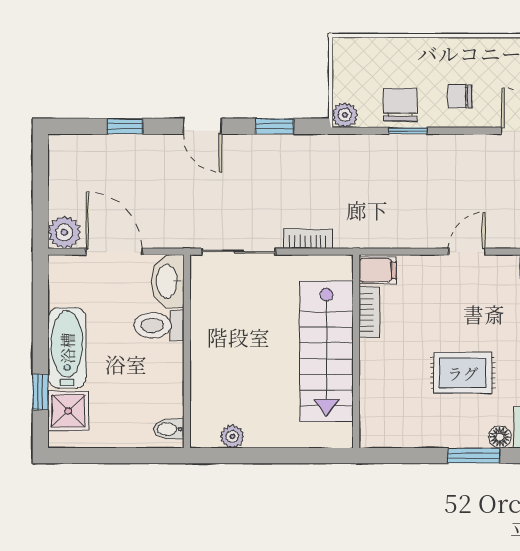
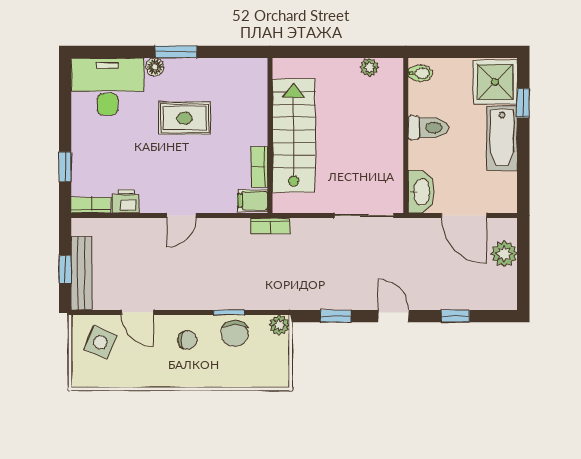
plant: (64, 232) -> (504, 254), moved
bookcase: (308, 239) -> (271, 226), moved
toilet: (159, 325) -> (428, 128), moved
shower: (68, 411) -> (495, 82), width x1.36, depth x1.36

